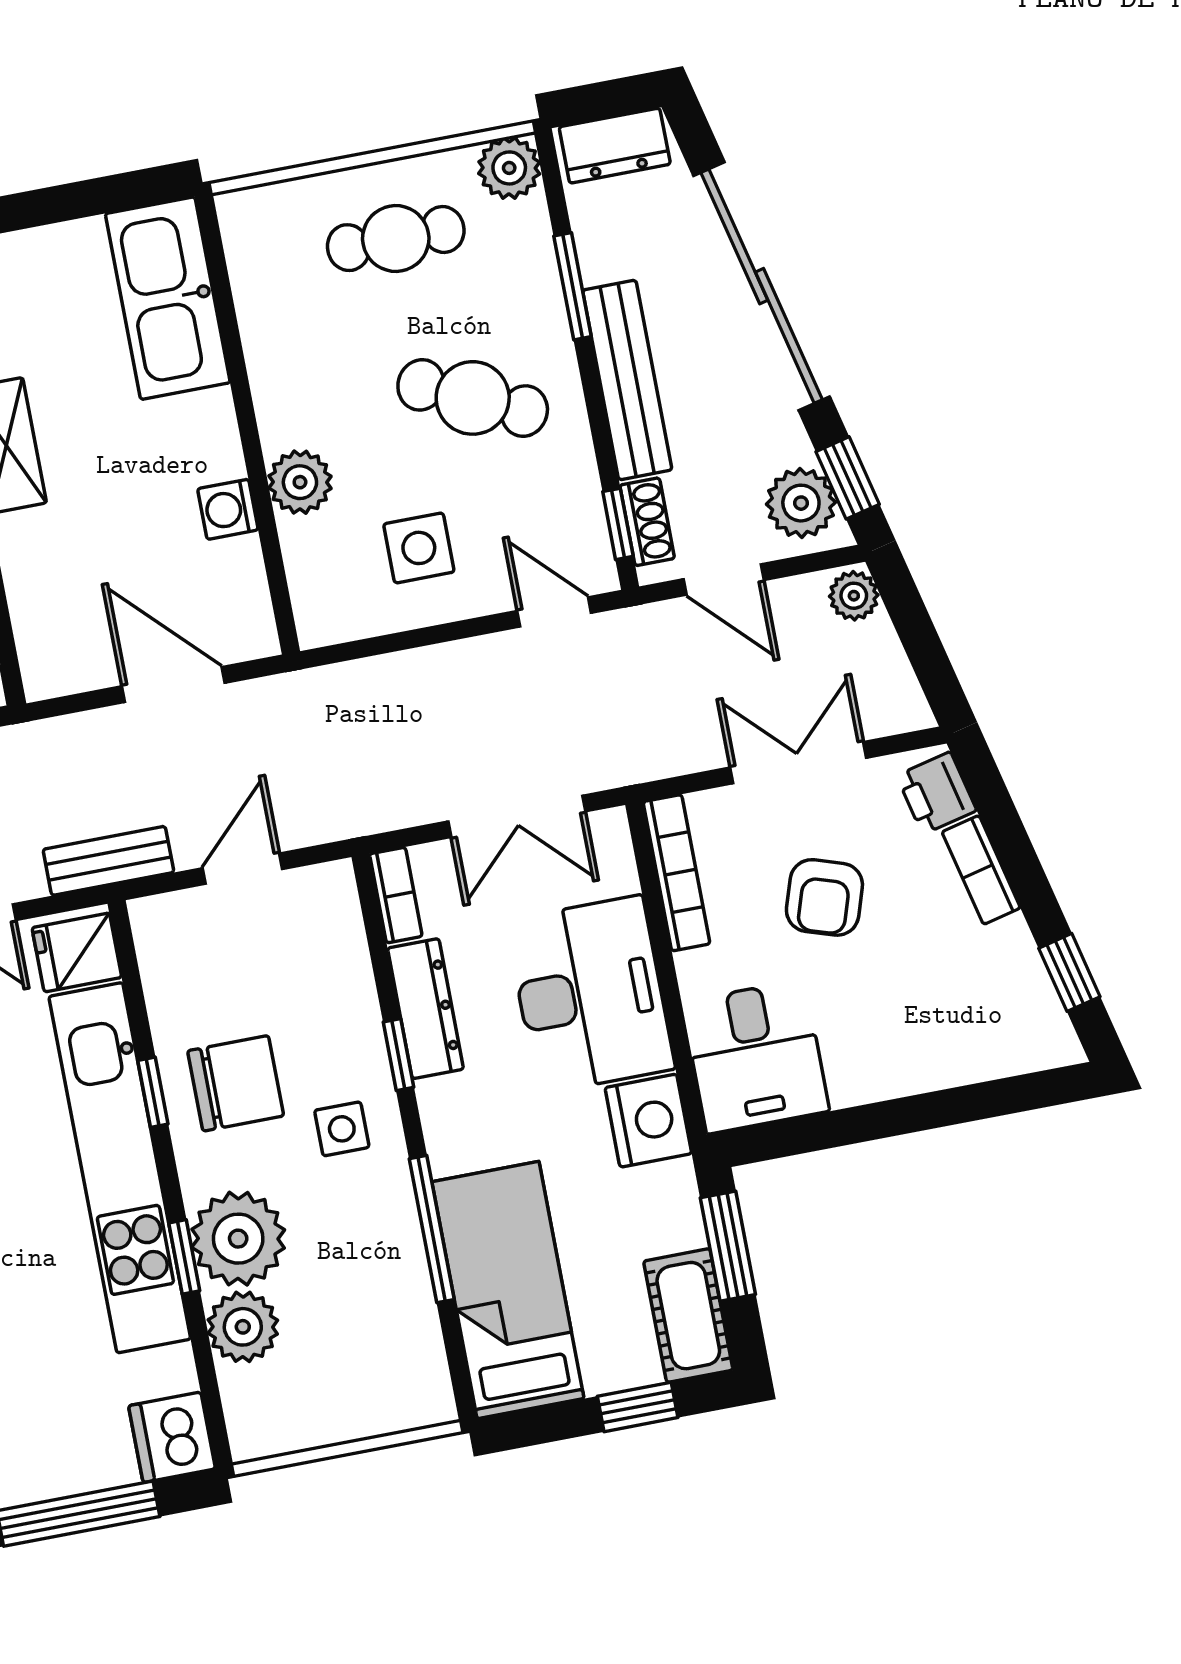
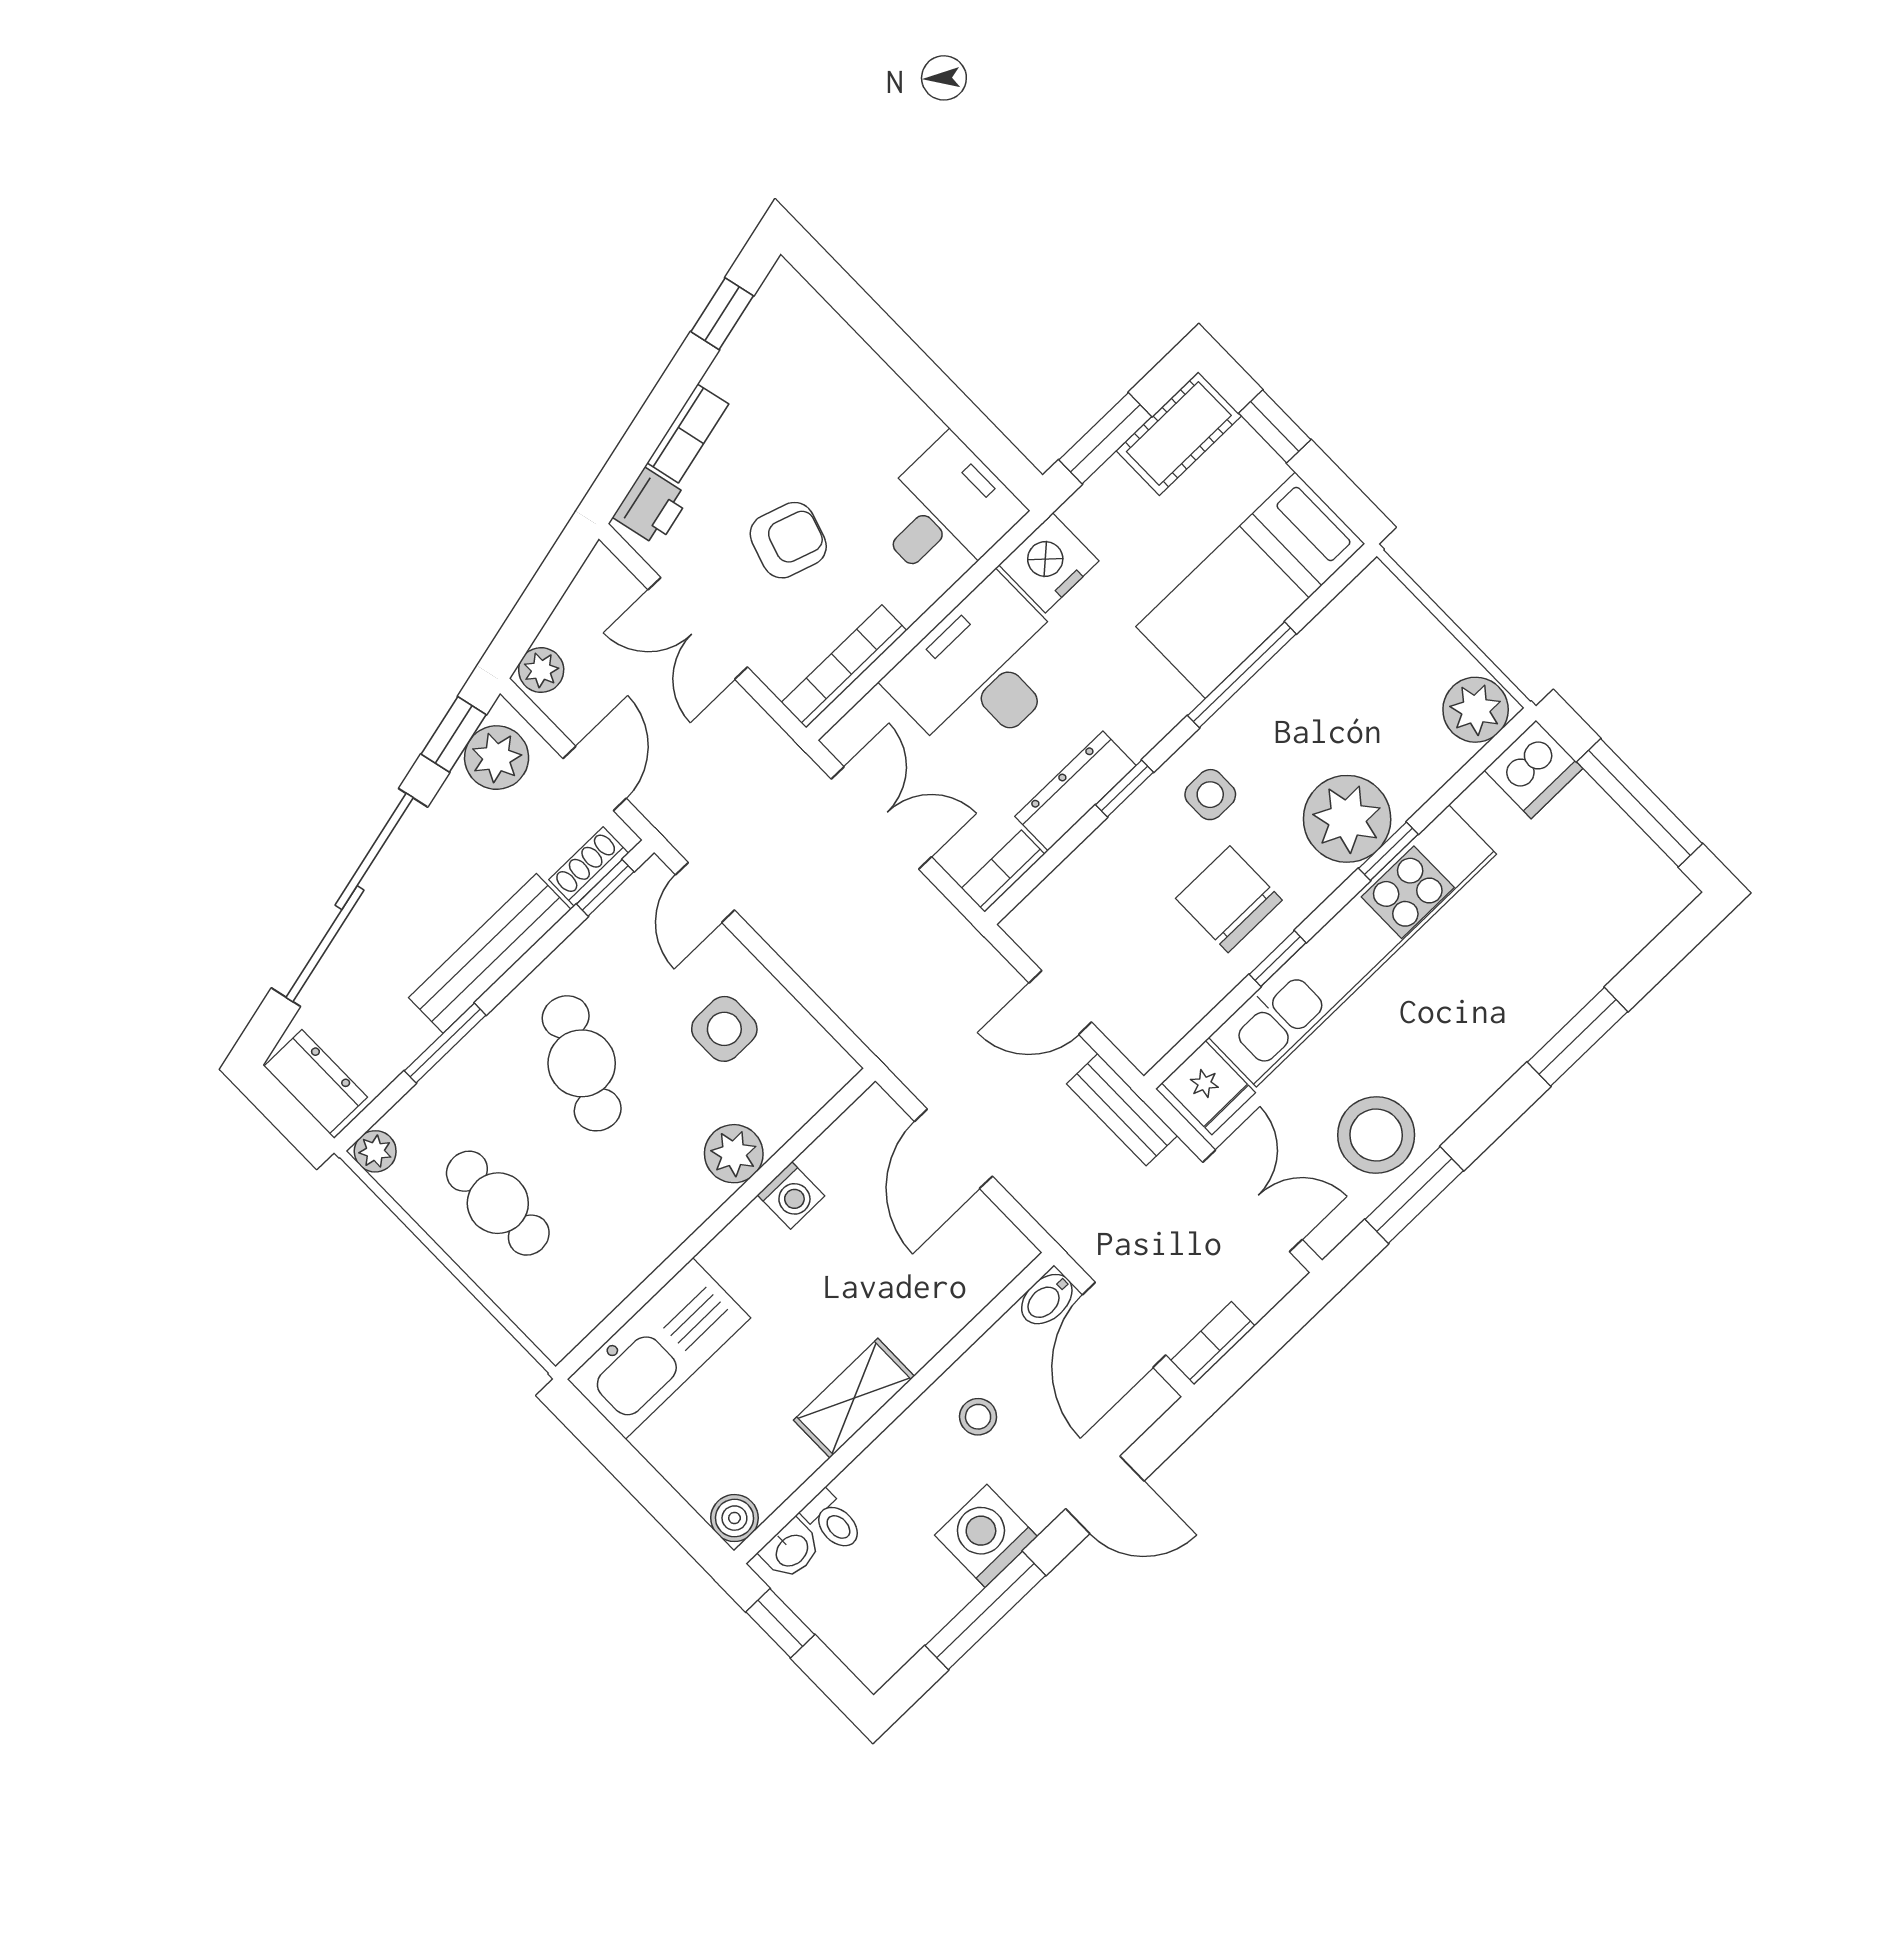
plant: (509, 168) -> (375, 1151), width x0.73, depth x0.73
plant: (243, 1327) -> (1476, 710), moved

